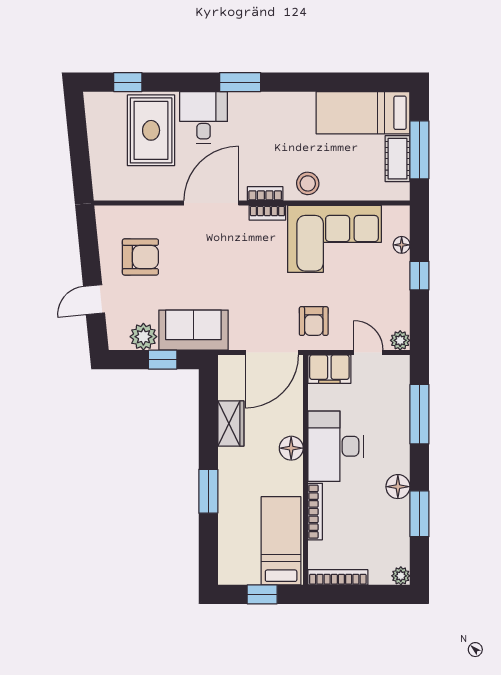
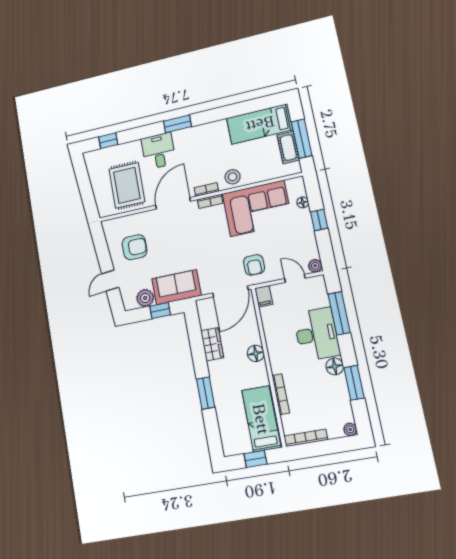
rug: (151, 130) -> (127, 185), moved
filing cabinet: (329, 369) -> (264, 296), width x0.50
desk: (336, 446) -> (317, 334), moved, turned 180

